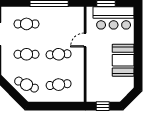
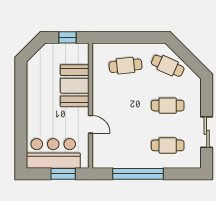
door: (85, 40) -> (90, 124), hinge flipped
cafe table: (59, 54) -> (125, 106), removed
booth: (123, 60) -> (75, 86), moved

